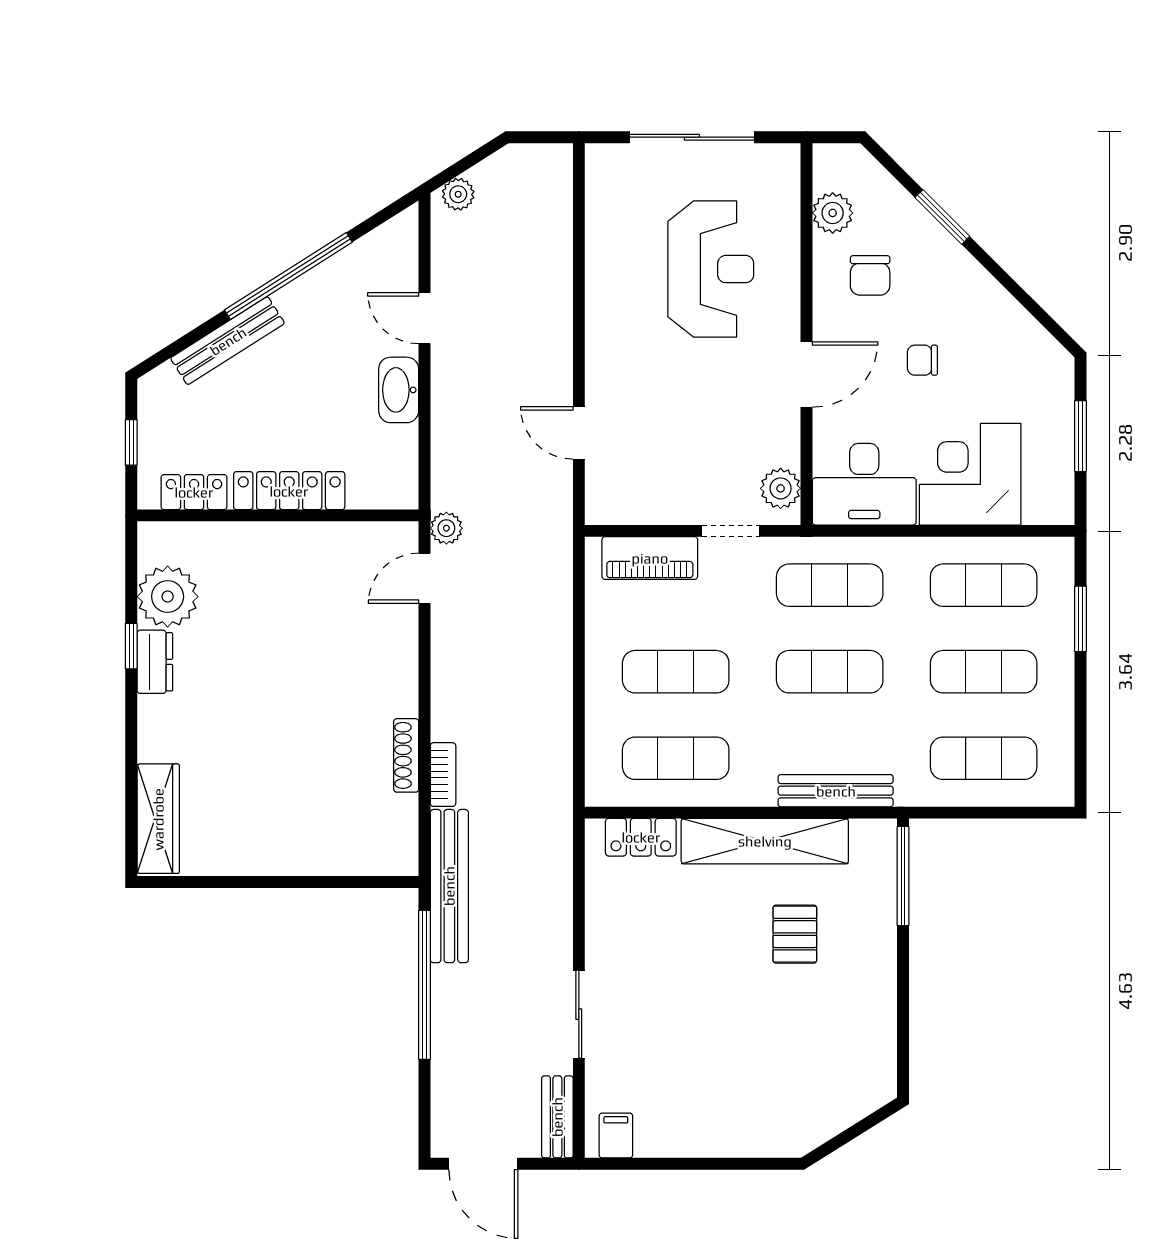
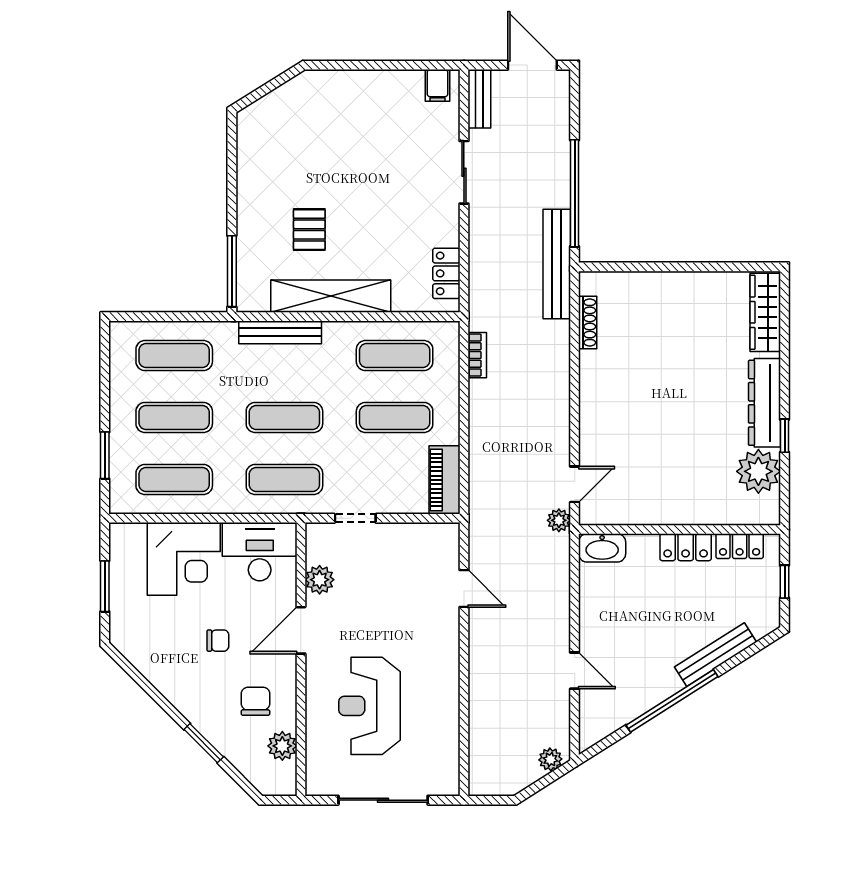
washbasin: (399, 390) -> (602, 548), moved, turned 90
plant: (781, 488) -> (320, 580), moved
locker: (289, 491) -> (686, 547), width x0.66
piano: (650, 558) -> (445, 480), moved, turned -90
dresser: (155, 662) -> (765, 403), width x1.96, depth x1.24
shoe rack: (406, 755) -> (588, 322), moved
bookcase: (443, 775) -> (477, 355), moved, turned 180
locker: (641, 837) -> (446, 273), moved, turned -90

